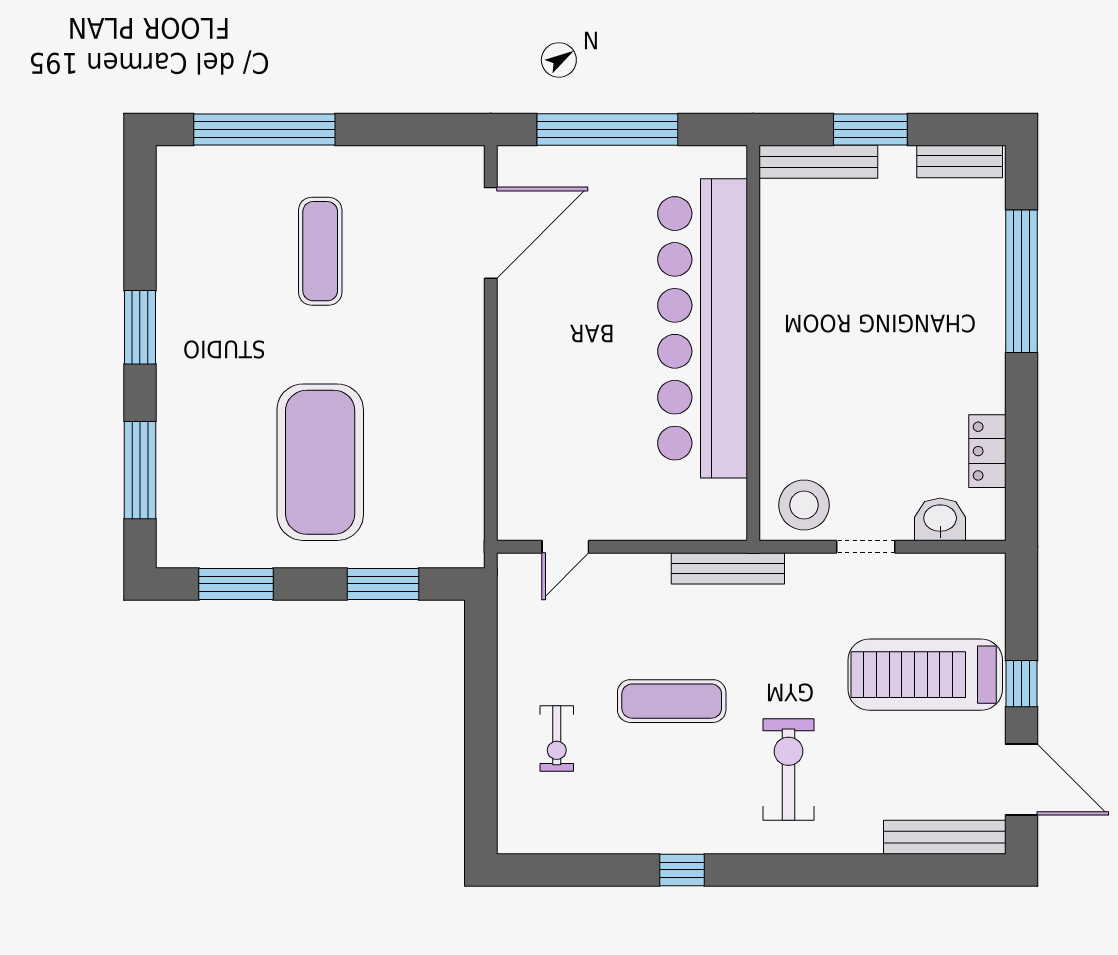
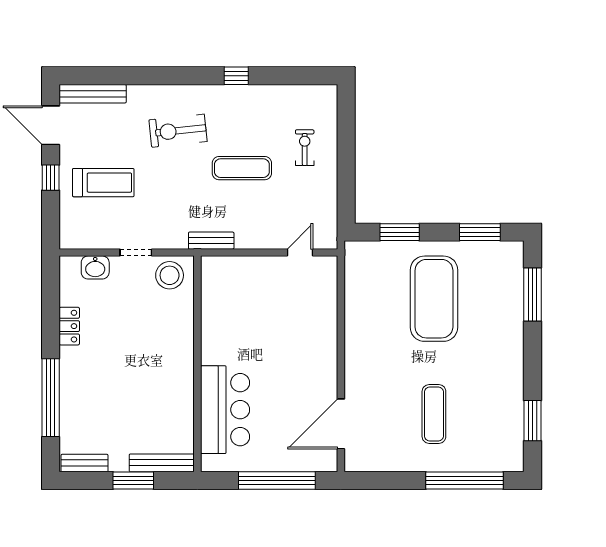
window: (140, 327) -> (532, 421), moved
bar counter: (703, 328) -> (225, 410), width x0.54
locker: (987, 451) -> (69, 326), moved
bench: (728, 568) -> (211, 241), width x0.73
treadmill: (925, 675) -> (103, 183), width x0.73, depth x0.73
exercise bike: (789, 770) -> (178, 131), turned 84

